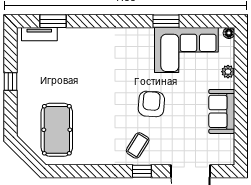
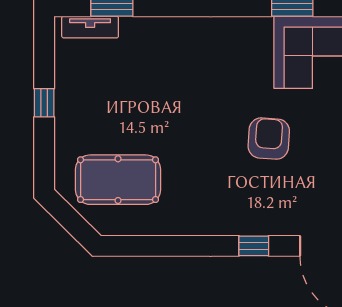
pool table: (57, 130) -> (118, 180), turned 90
coffee table: (138, 145) -> (247, 205), removed

